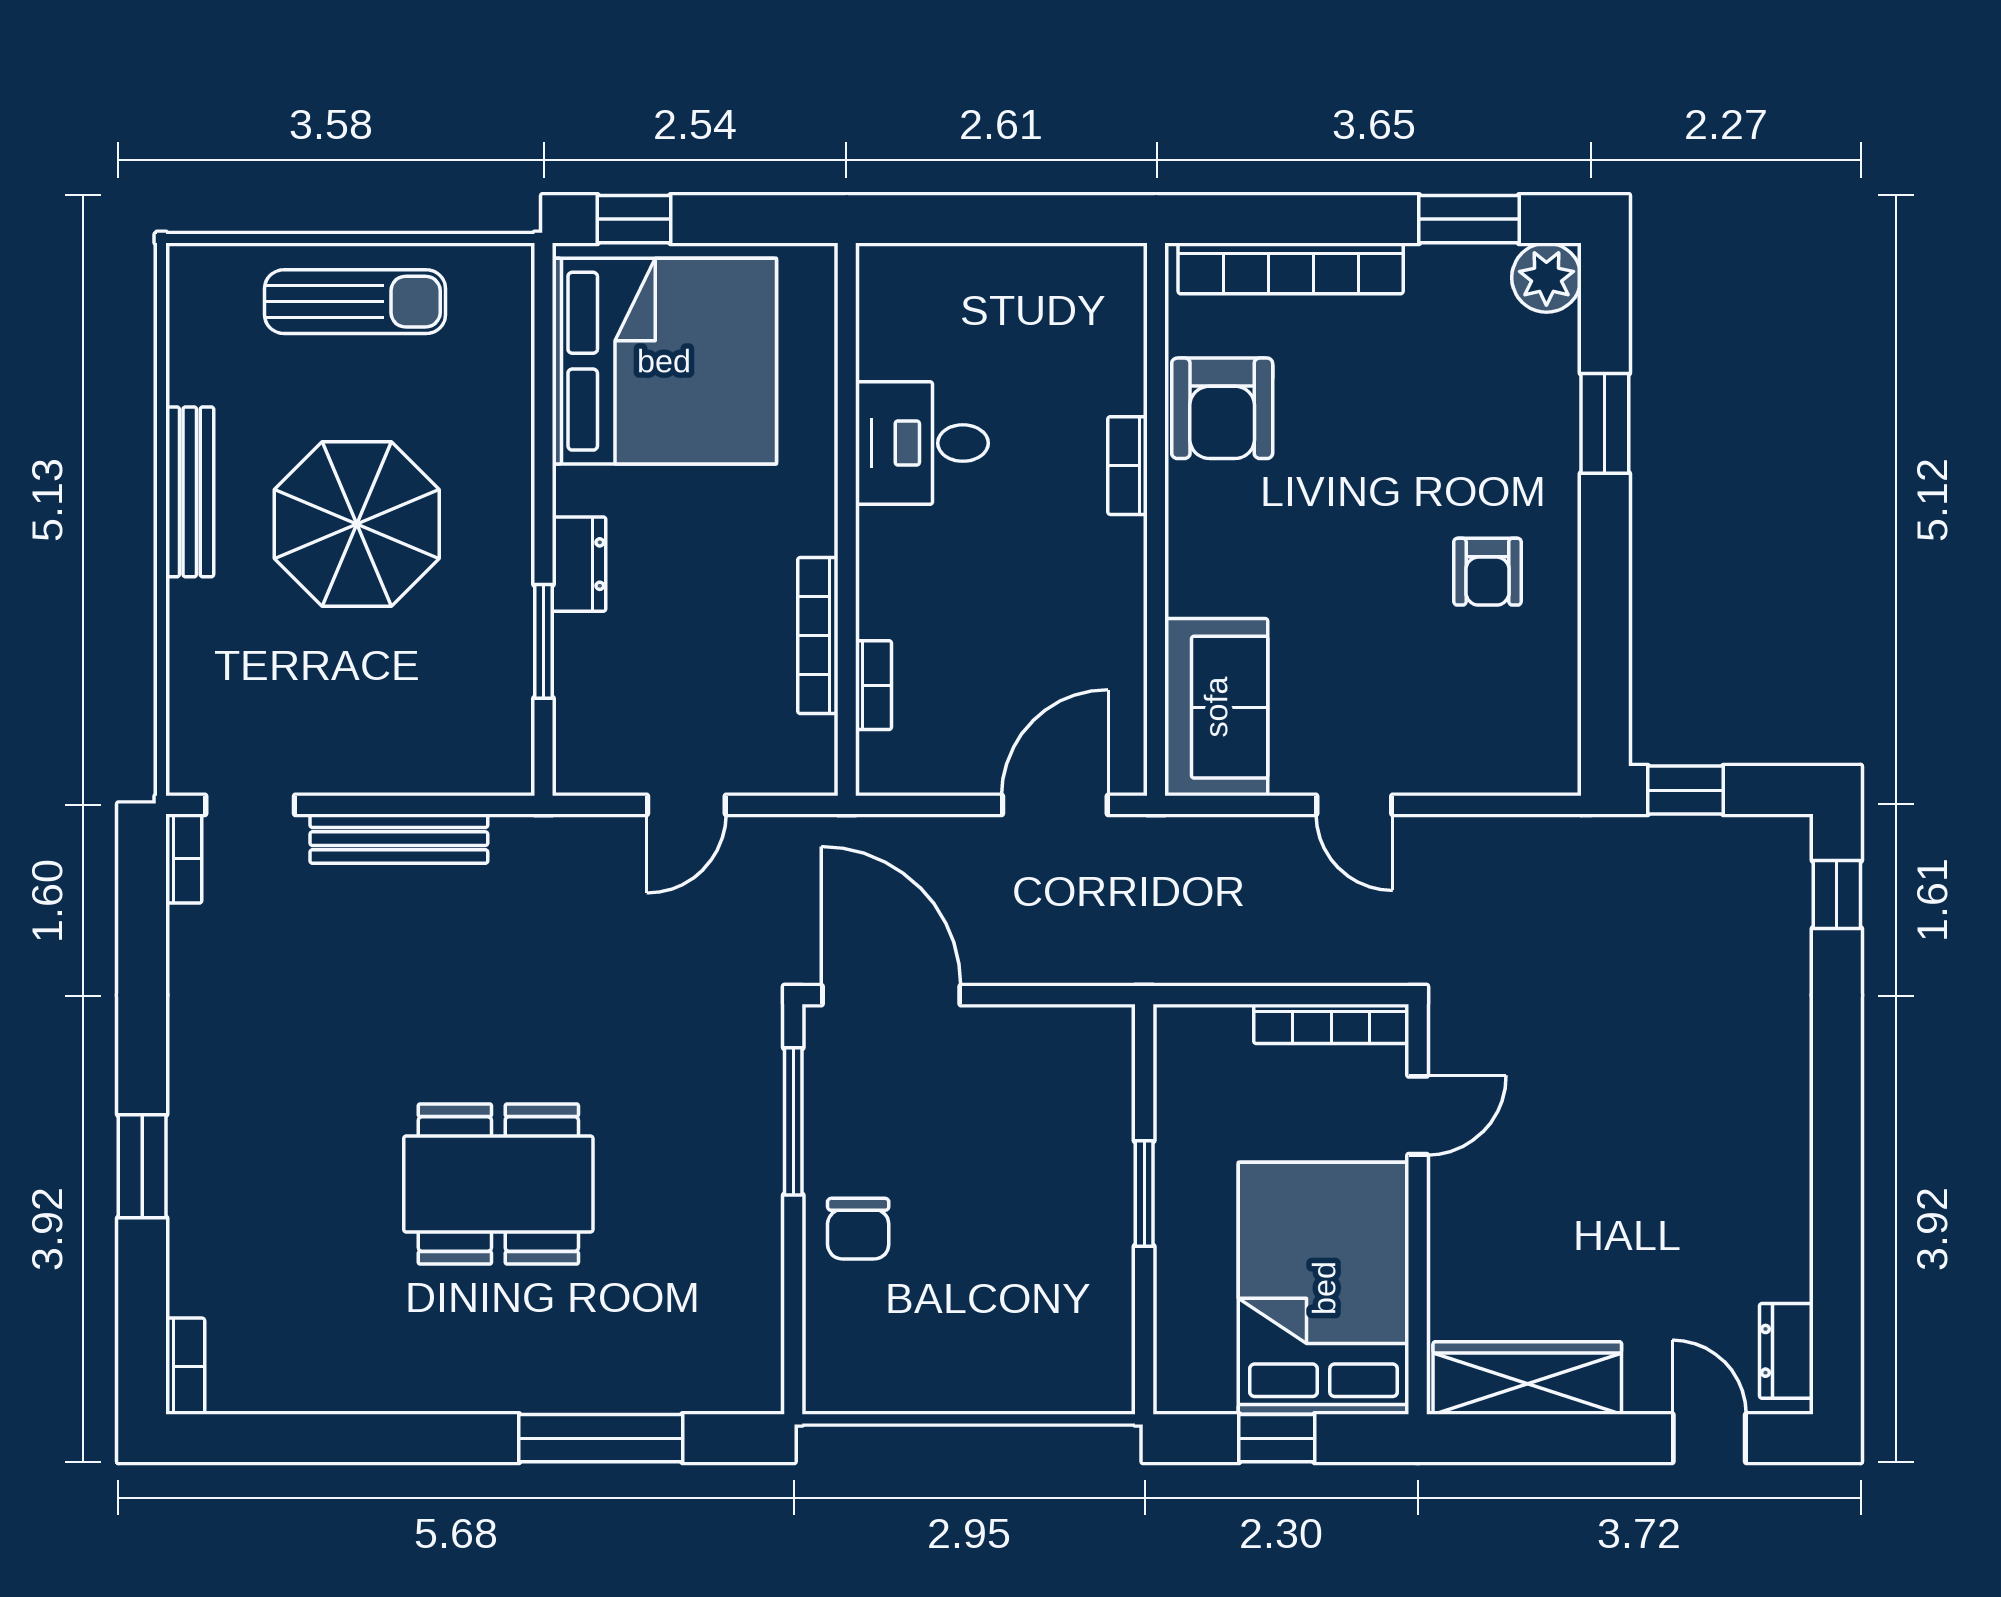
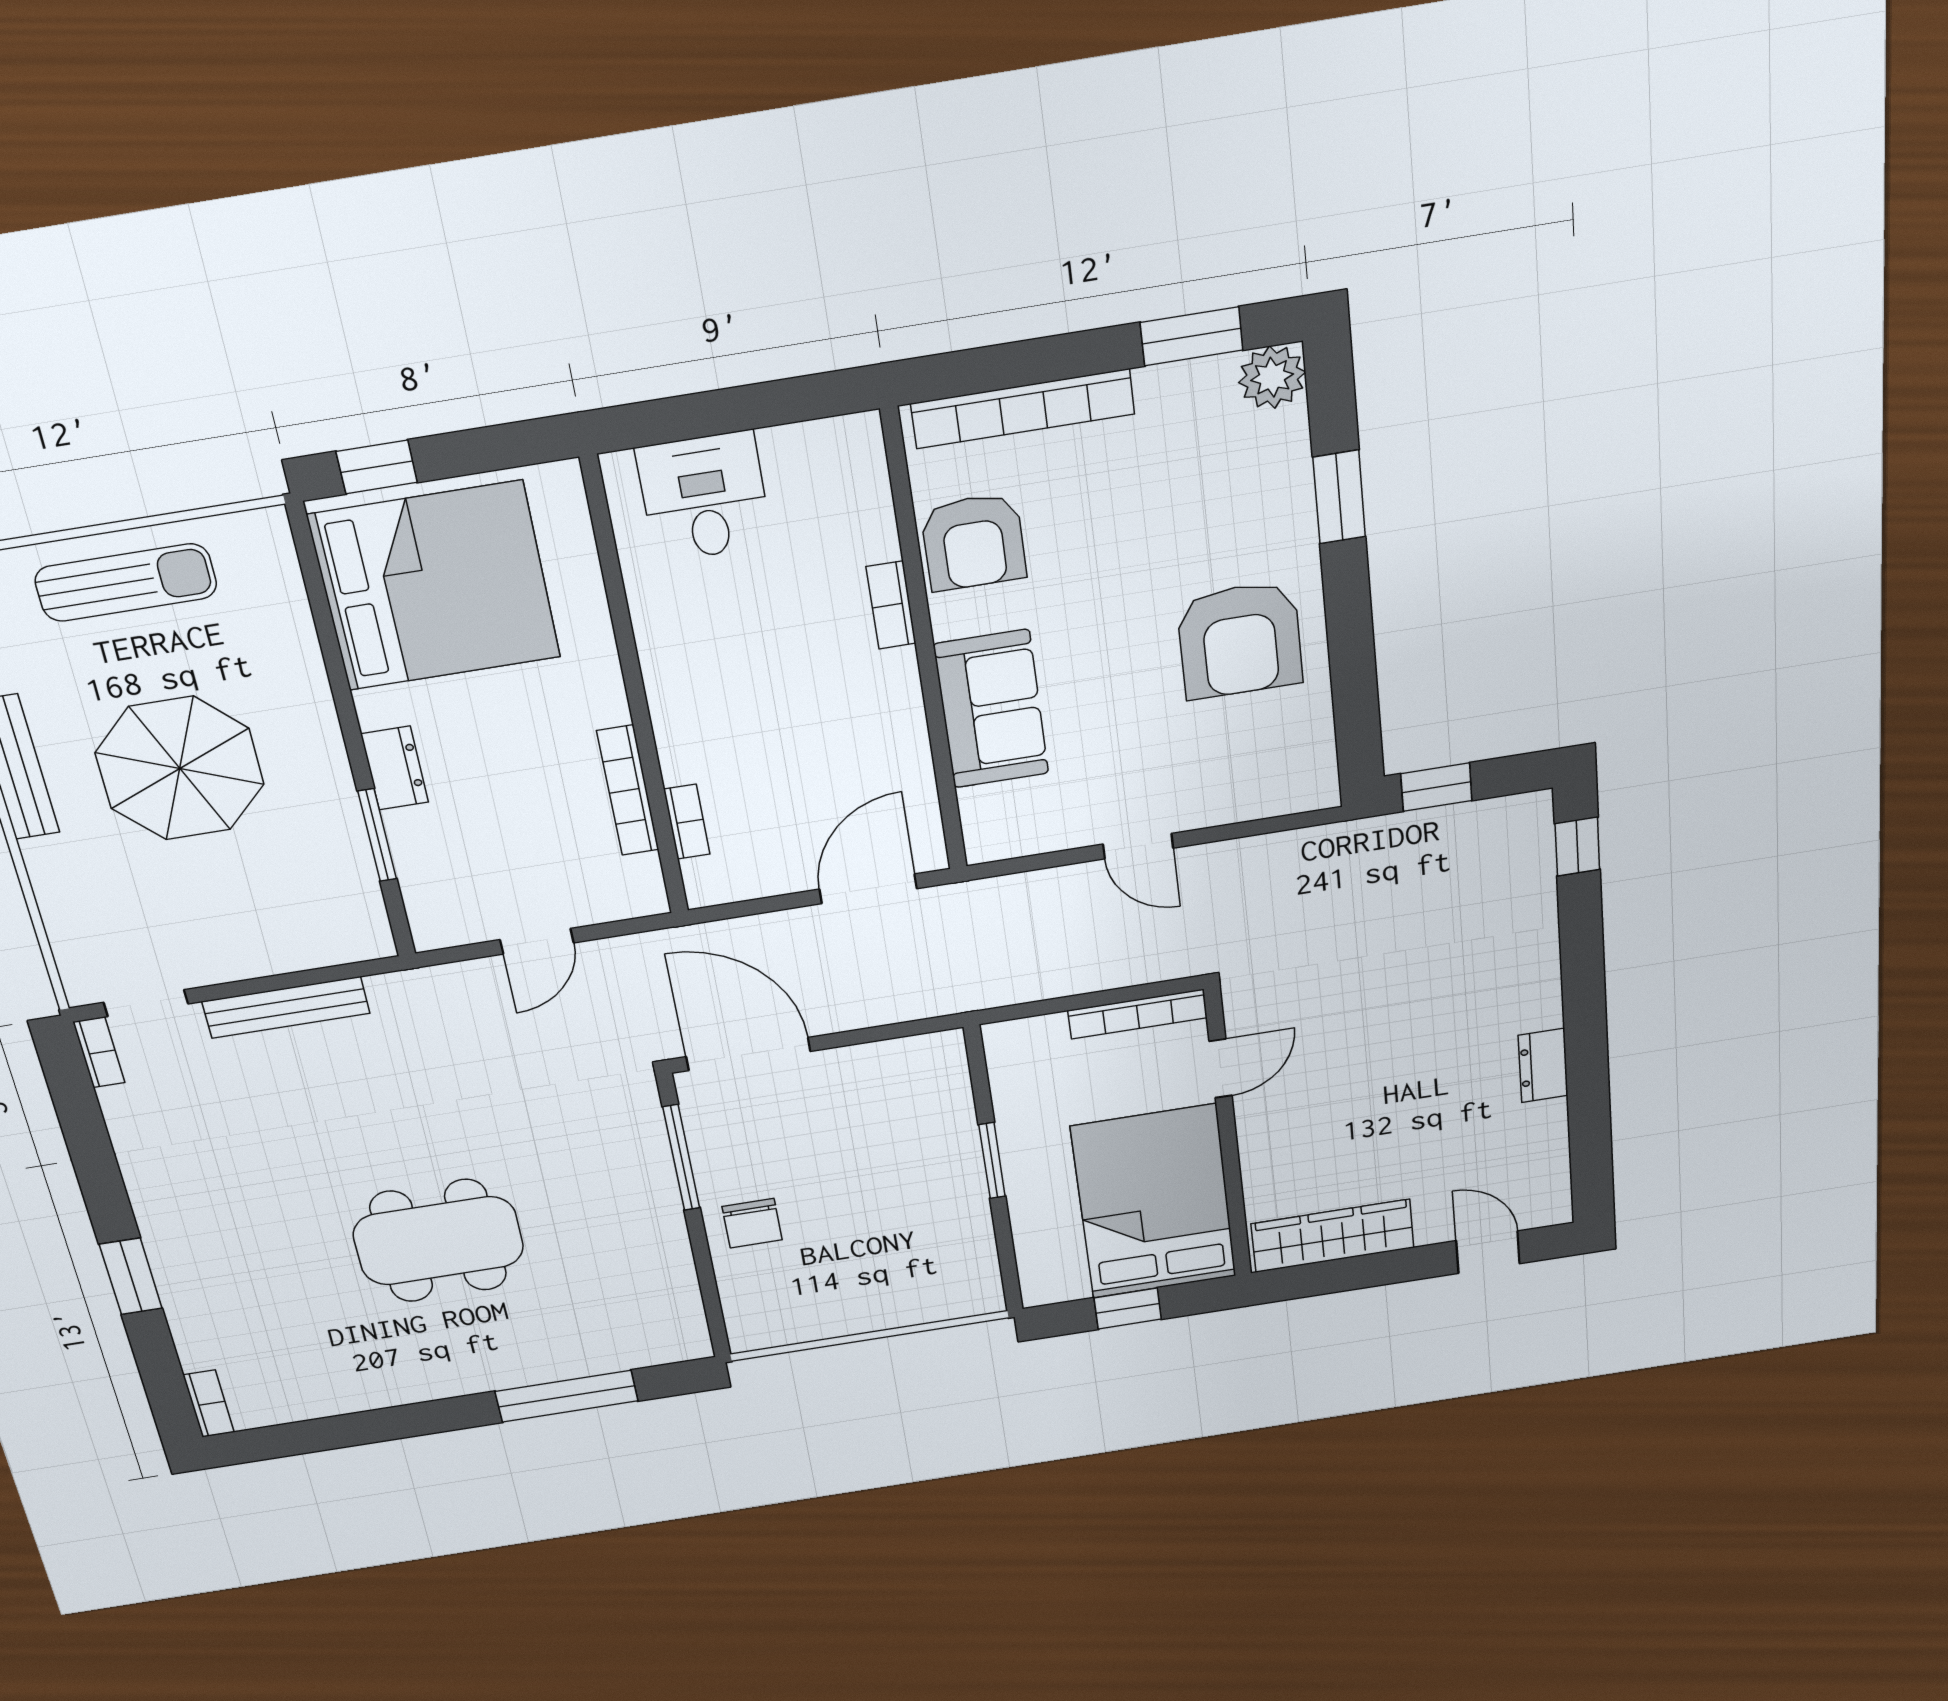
desk: (922, 443) -> (704, 497), moved, turned 90
armchair: (1487, 572) -> (1240, 640), width x1.88, depth x1.88
sofa: (1216, 707) -> (991, 709), moved
dresser: (1786, 1351) -> (1543, 1065), moved

